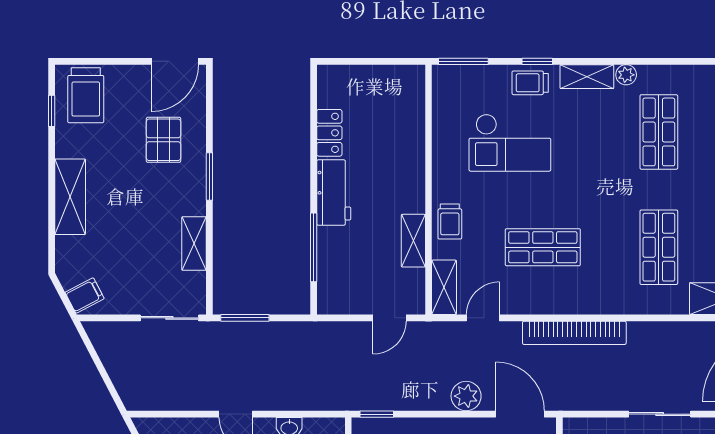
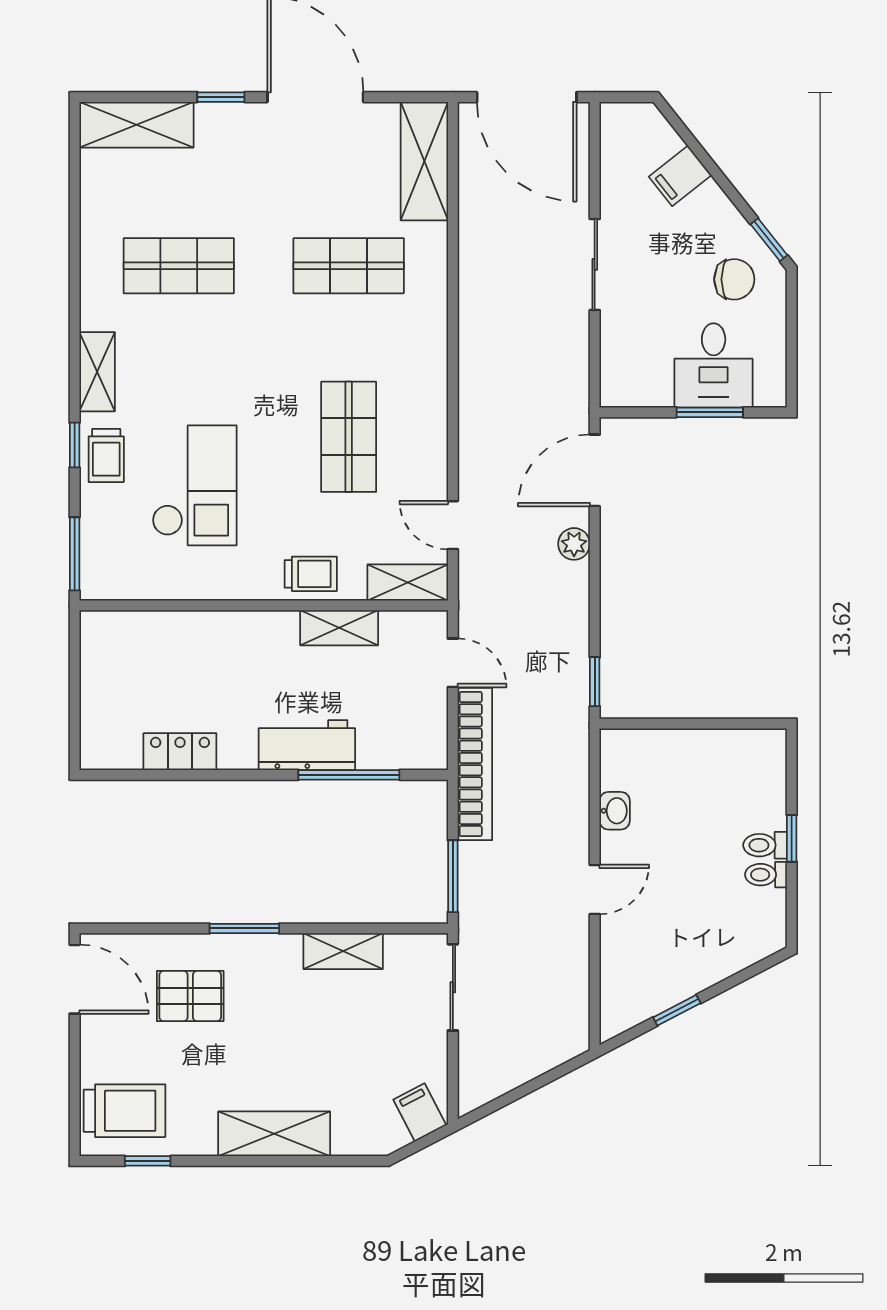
plant: (626, 75) -> (94, 314), removed
workbench: (334, 193) -> (307, 745), moved
bookcase: (574, 333) -> (475, 764), moved
plant: (466, 396) -> (574, 544), width x0.73, depth x0.73

